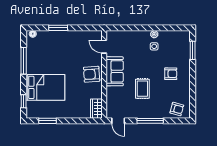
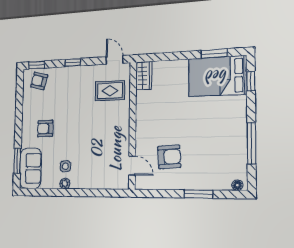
sofa: (115, 71) -> (30, 168), moved, turned 180
armchair: (92, 74) -> (169, 157), moved
bed: (45, 87) -> (217, 76), moved
rug: (142, 89) -> (110, 91), moved, turned 90
window: (150, 121) -> (73, 63), width x0.46
window: (179, 121) -> (37, 65), added

